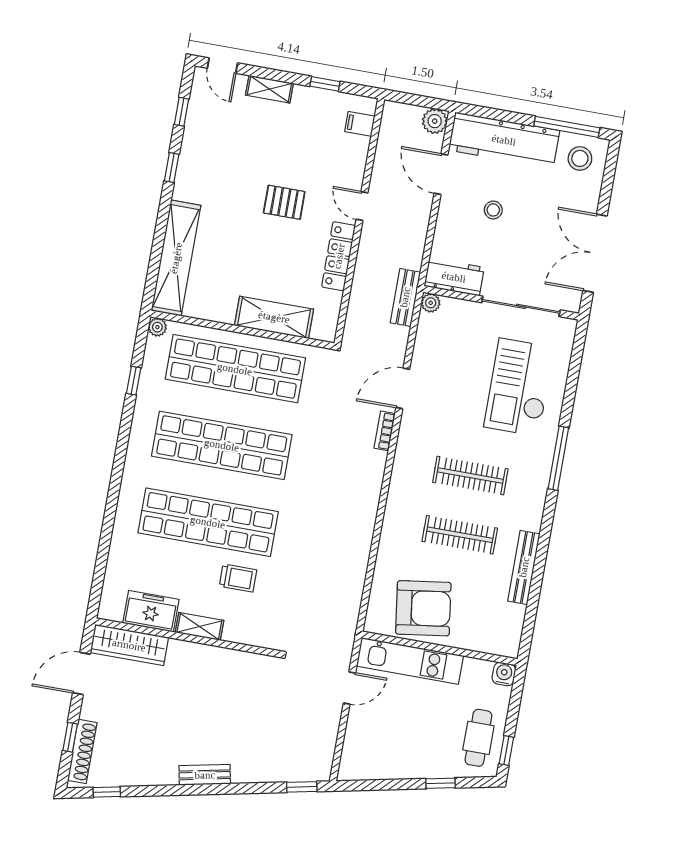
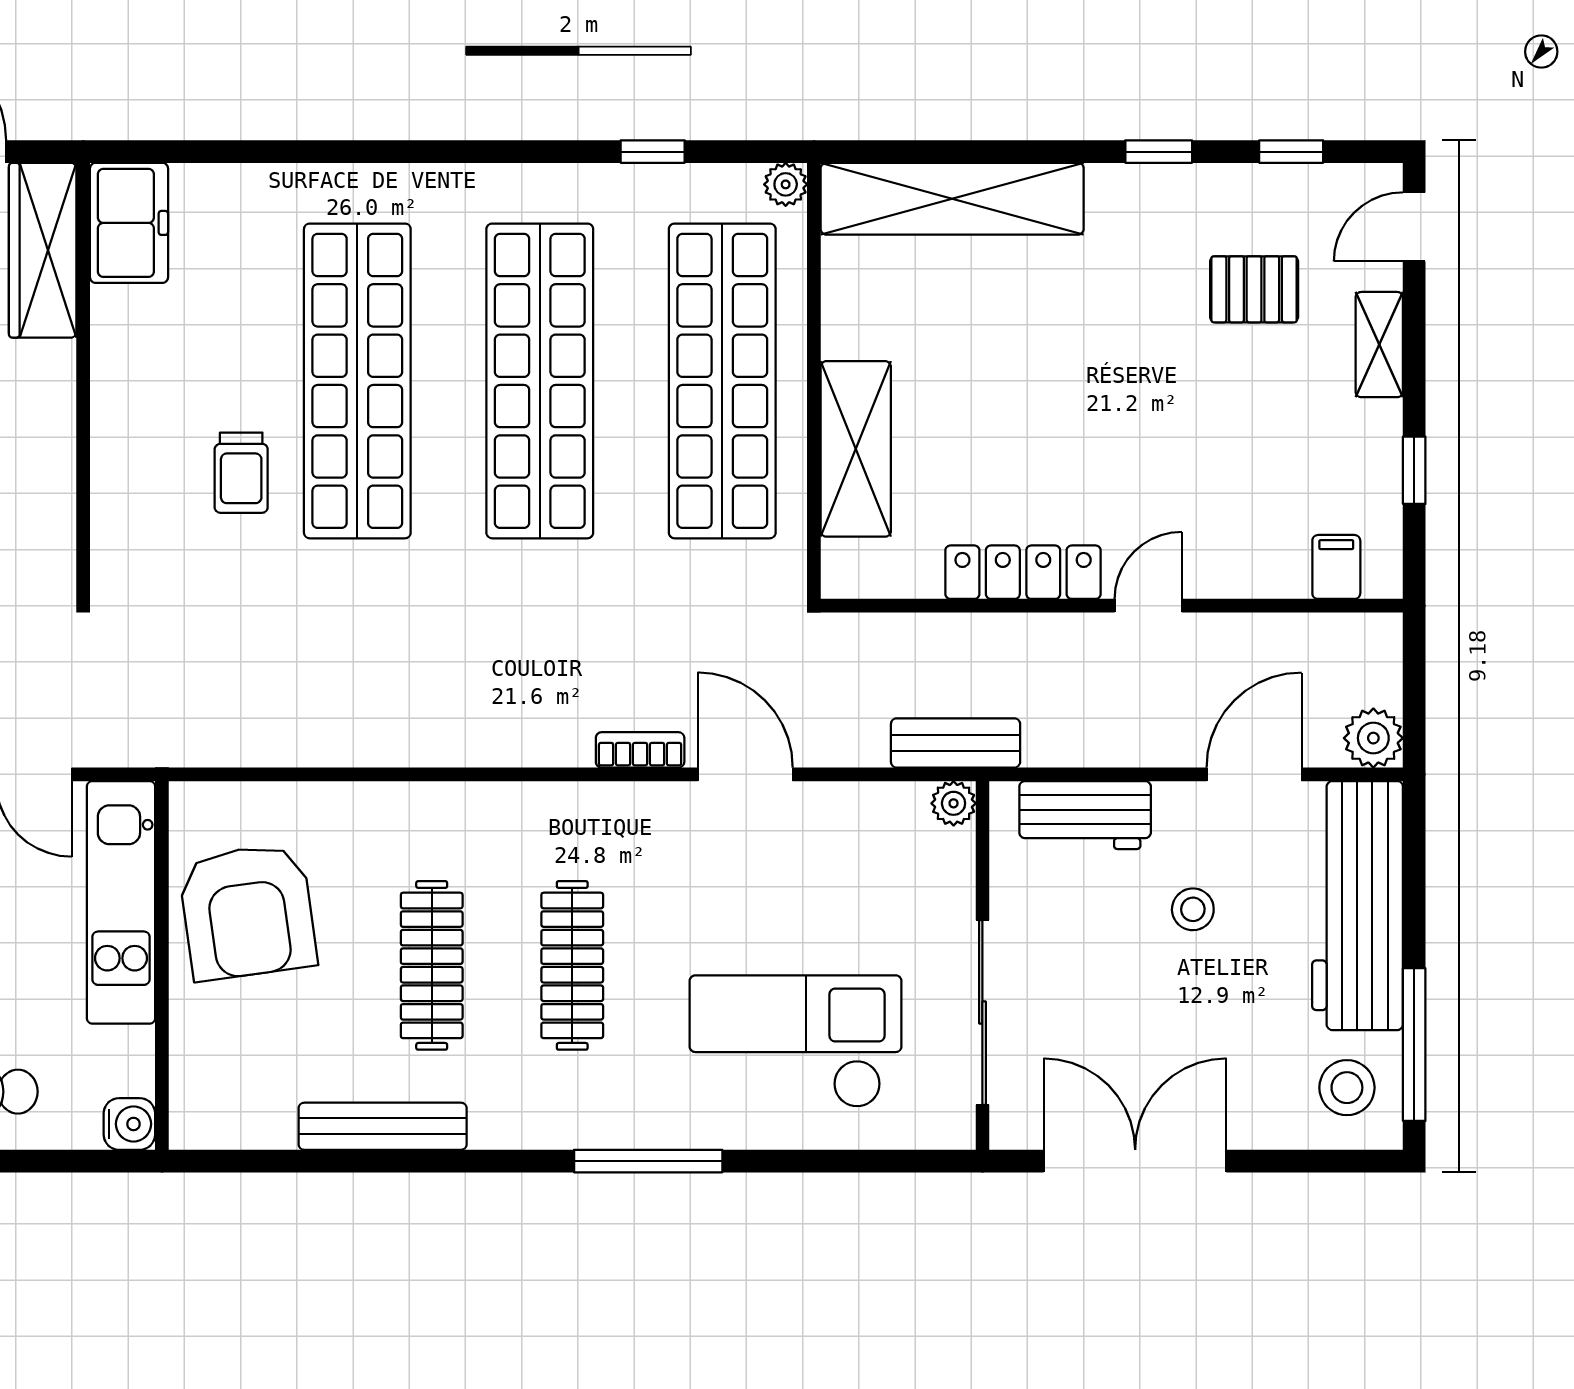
pallet: (284, 202) -> (1254, 289), moved, turned 90
workbench: (454, 277) -> (1085, 815), moved, turned 90
freezer: (151, 611) -> (129, 223), moved
shelving: (199, 626) -> (114, 404), removed

